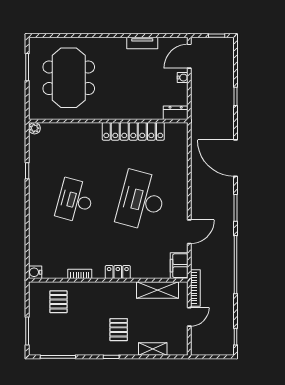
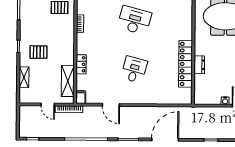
dresser: (176, 113) -> (199, 65), moved
desk: (141, 201) -> (134, 70), width x0.53, depth x0.77
filing cabinet: (179, 266) -> (81, 97), width x0.50
locker: (118, 272) -> (81, 64), moved

